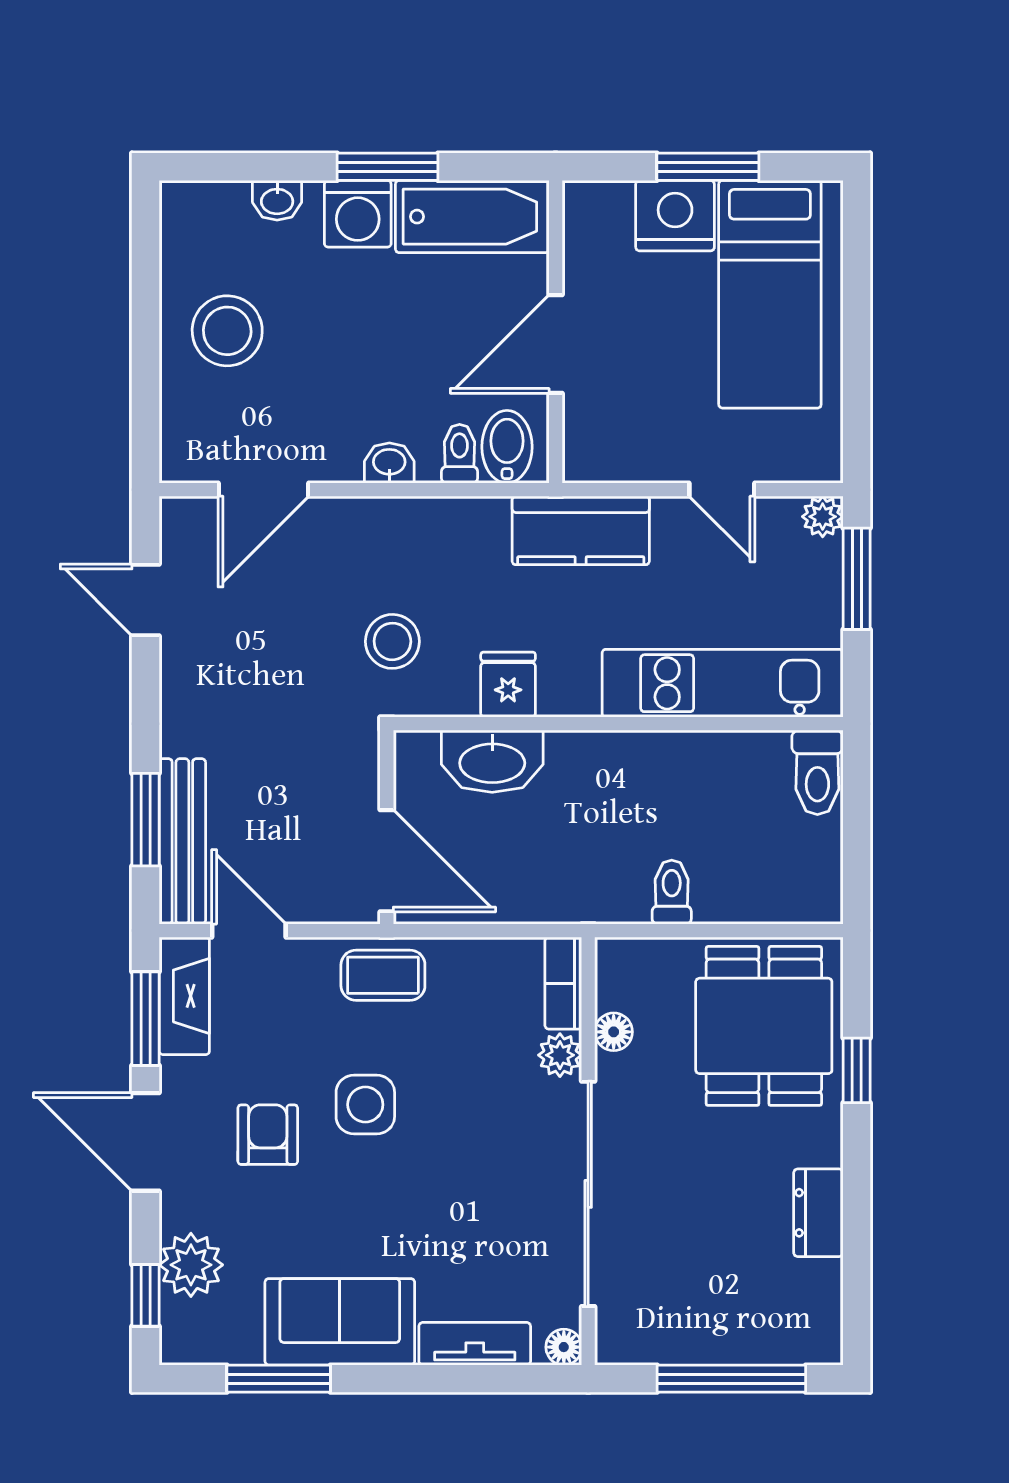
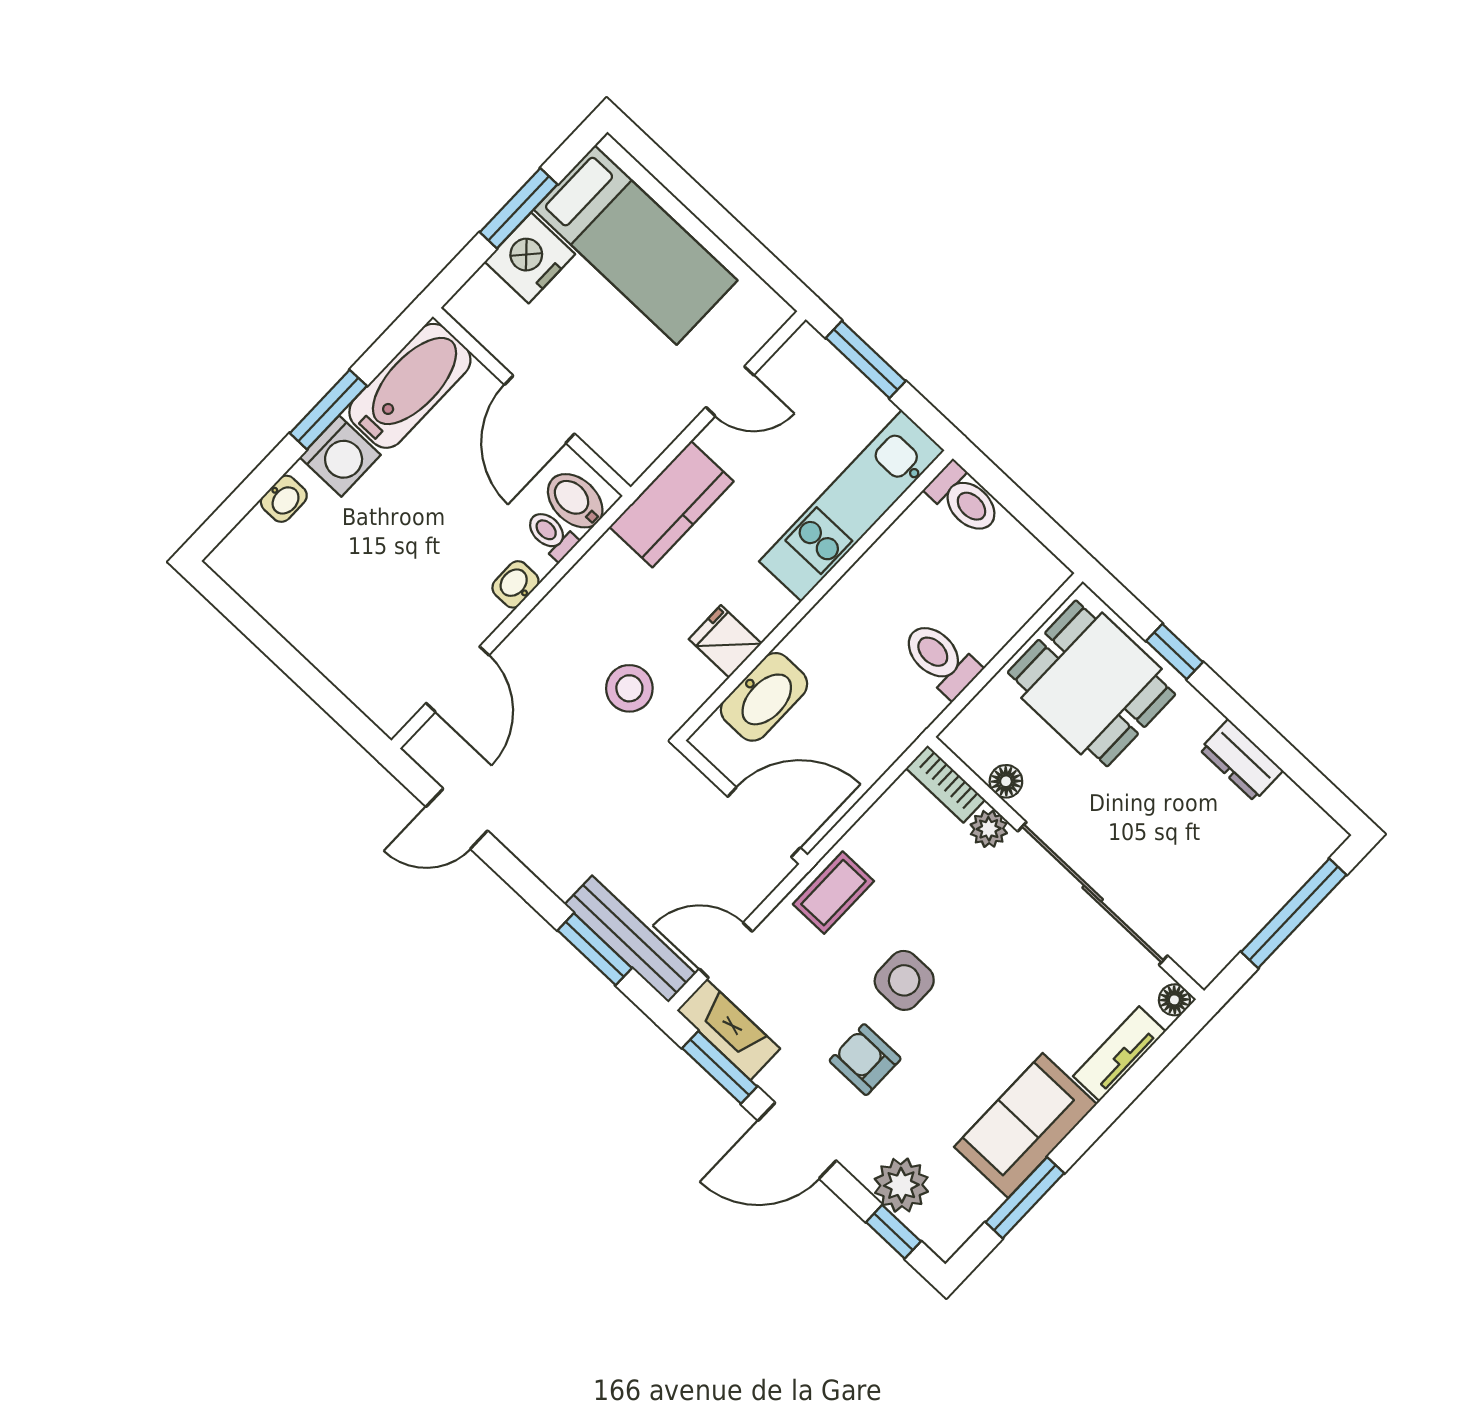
stool: (227, 331) -> (336, 608), removed
plant: (823, 517) -> (806, 344), removed
toilet: (672, 892) -> (941, 659), width x1.37, depth x1.39

